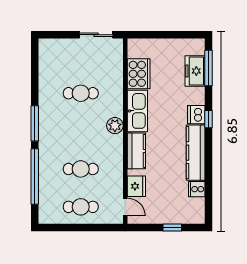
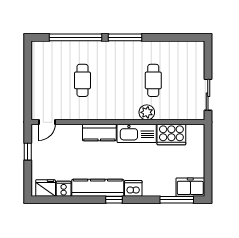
freezer: (195, 71) -> (190, 187), moved
window: (209, 119) -> (114, 200), moved
plant: (115, 126) -> (147, 112), moved
fridge: (136, 186) -> (46, 188), moved, turned 180
cafe table: (81, 207) -> (47, 80), removed
window: (172, 228) -> (28, 152), moved

